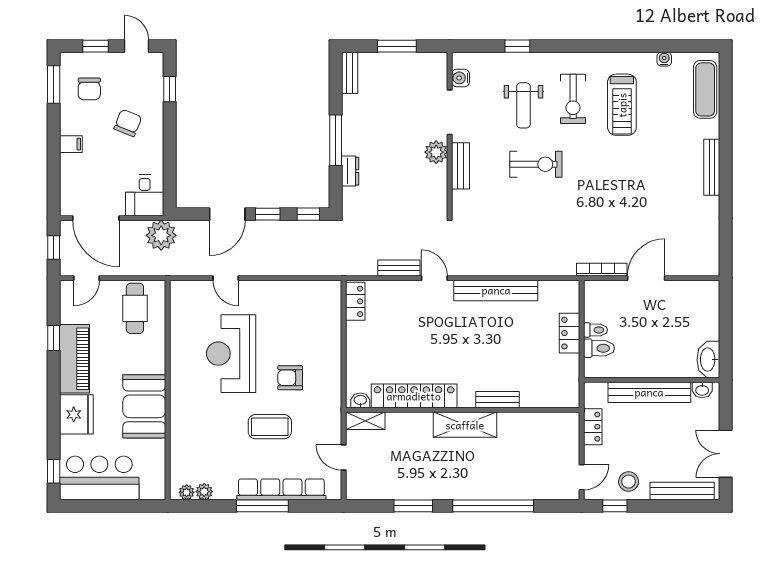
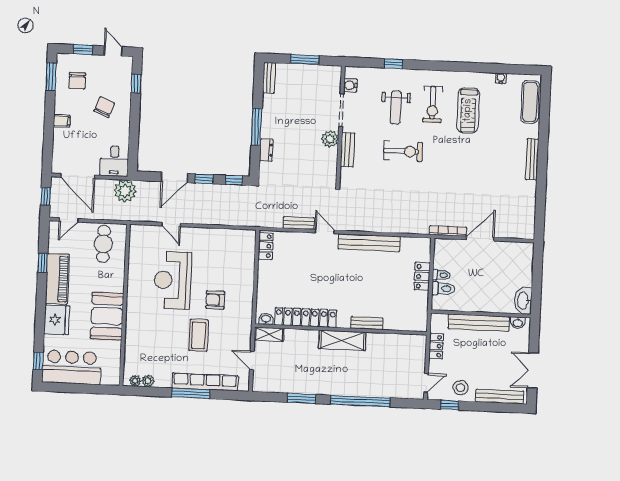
coffee table: (270, 427) -> (199, 335), turned 90

